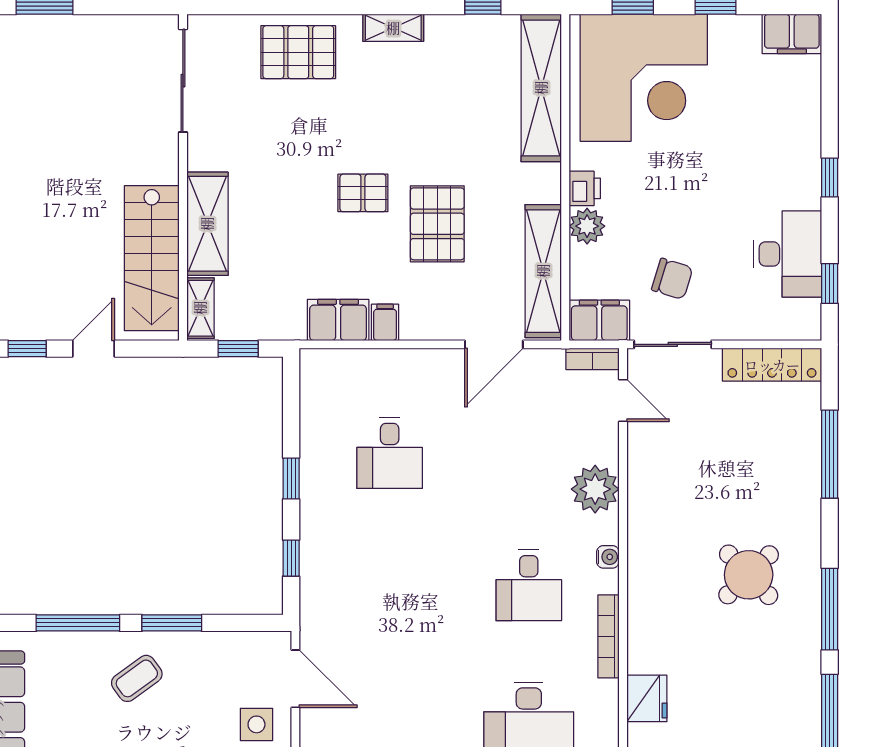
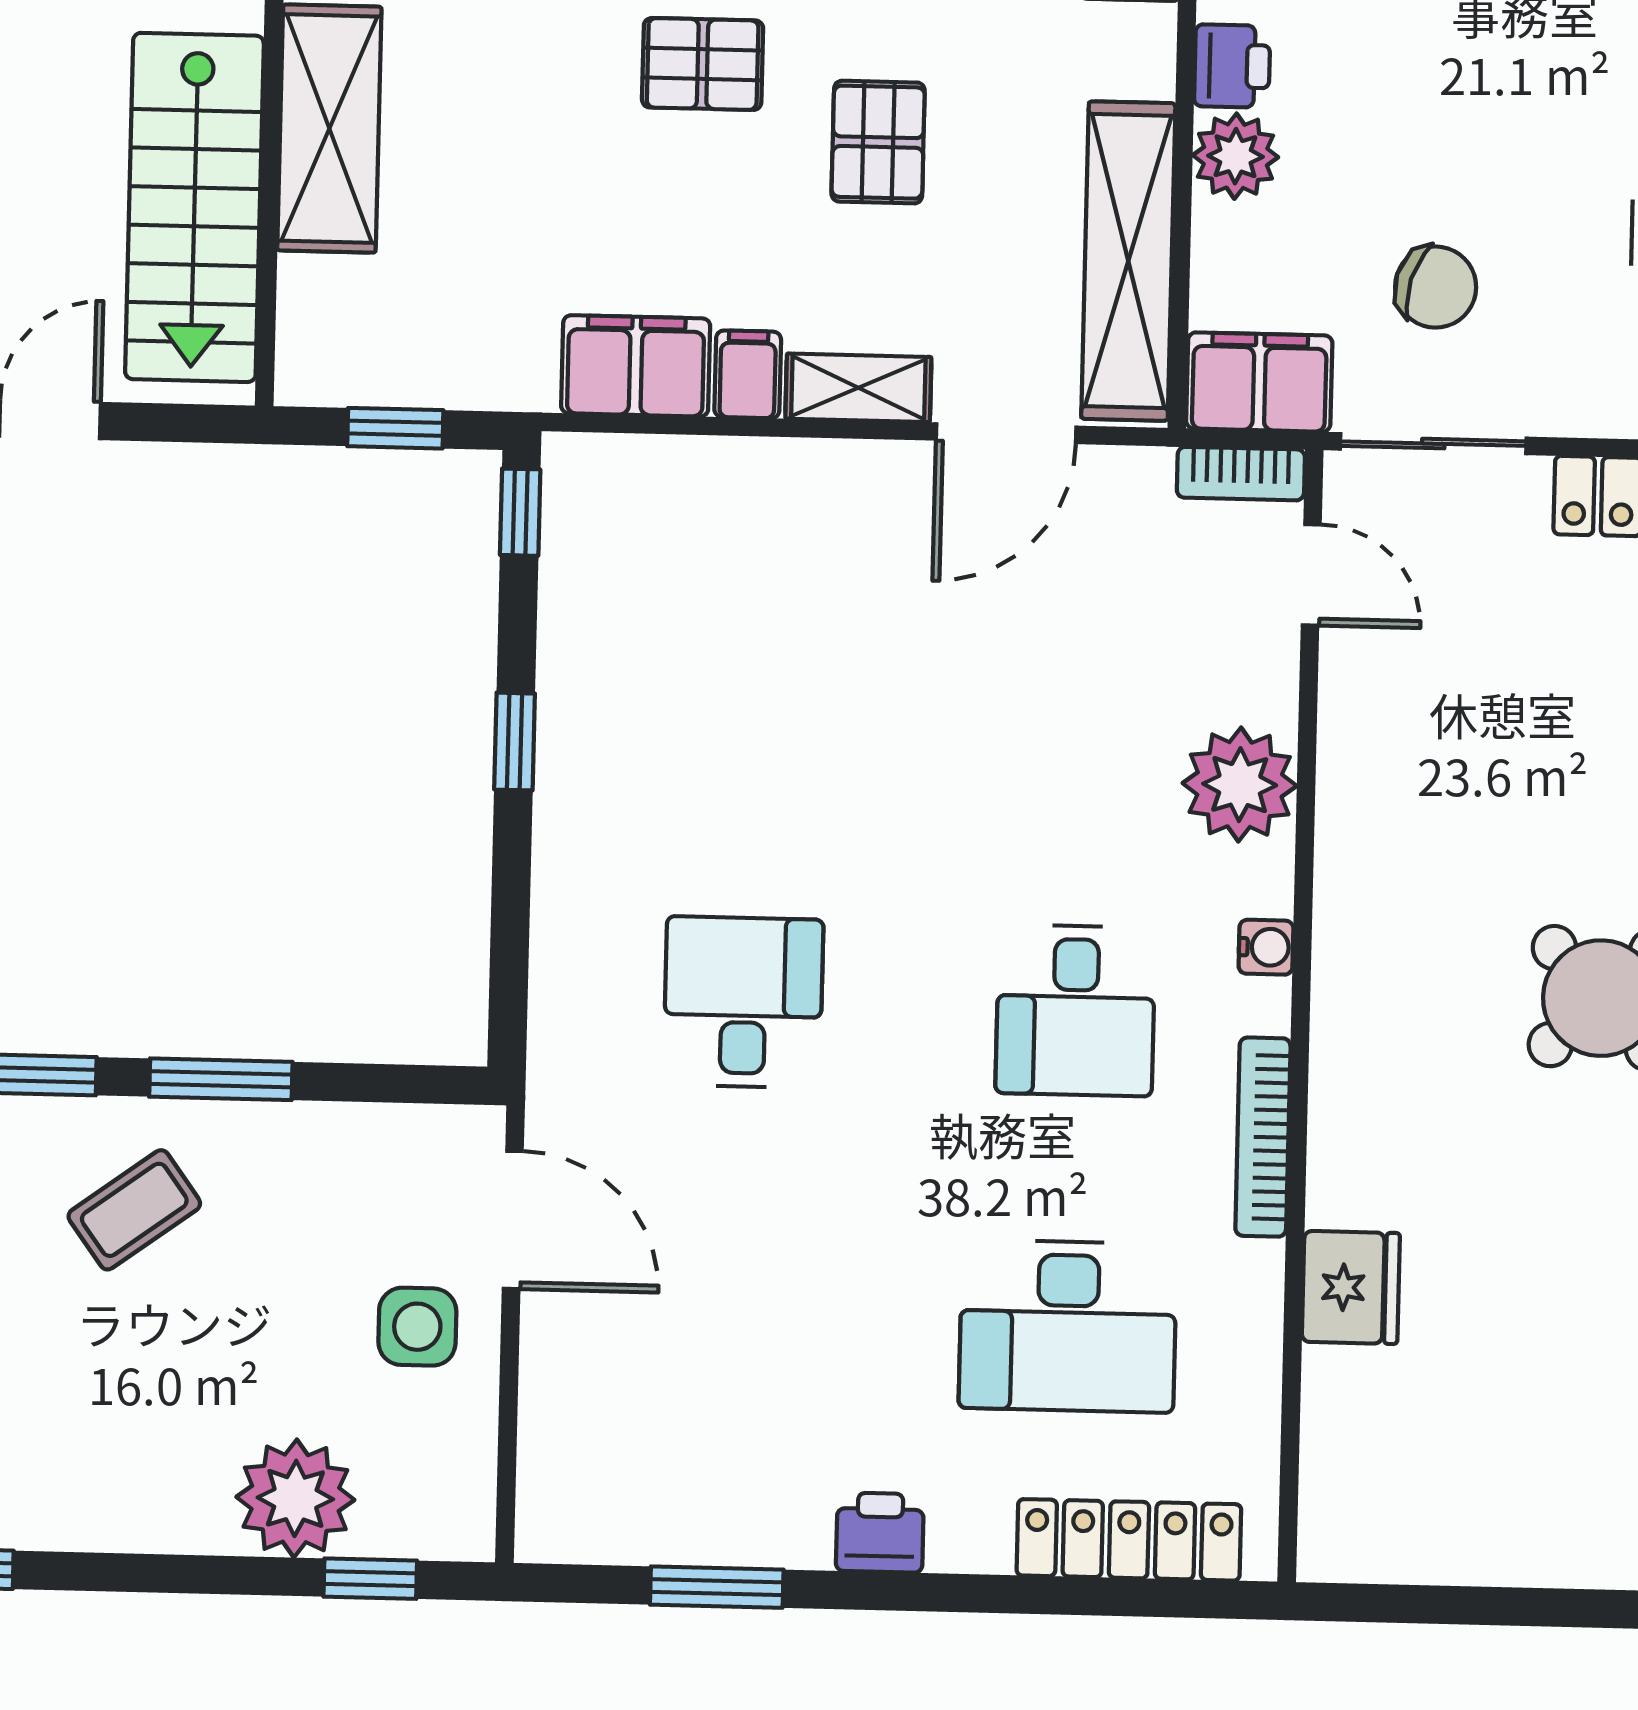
pallet: (437, 224) -> (878, 142), width x0.67, depth x0.71
shelving: (200, 308) -> (858, 388), moved, turned 90
desk: (390, 453) -> (743, 1002), moved, turned 180
window: (291, 558) -> (520, 512), moved

